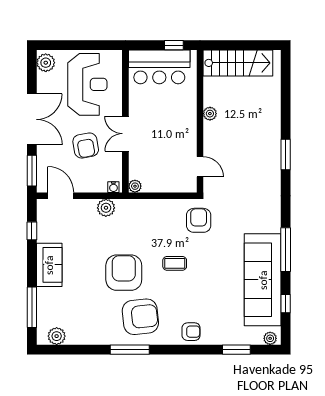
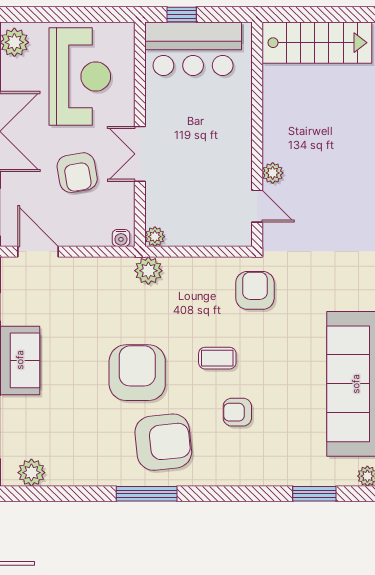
window: (174, 45) -> (182, 15), moved
plant: (210, 114) -> (273, 173), moved
plant: (106, 208) -> (148, 271), moved
armchair: (191, 332) -> (237, 412), moved, turned 180

